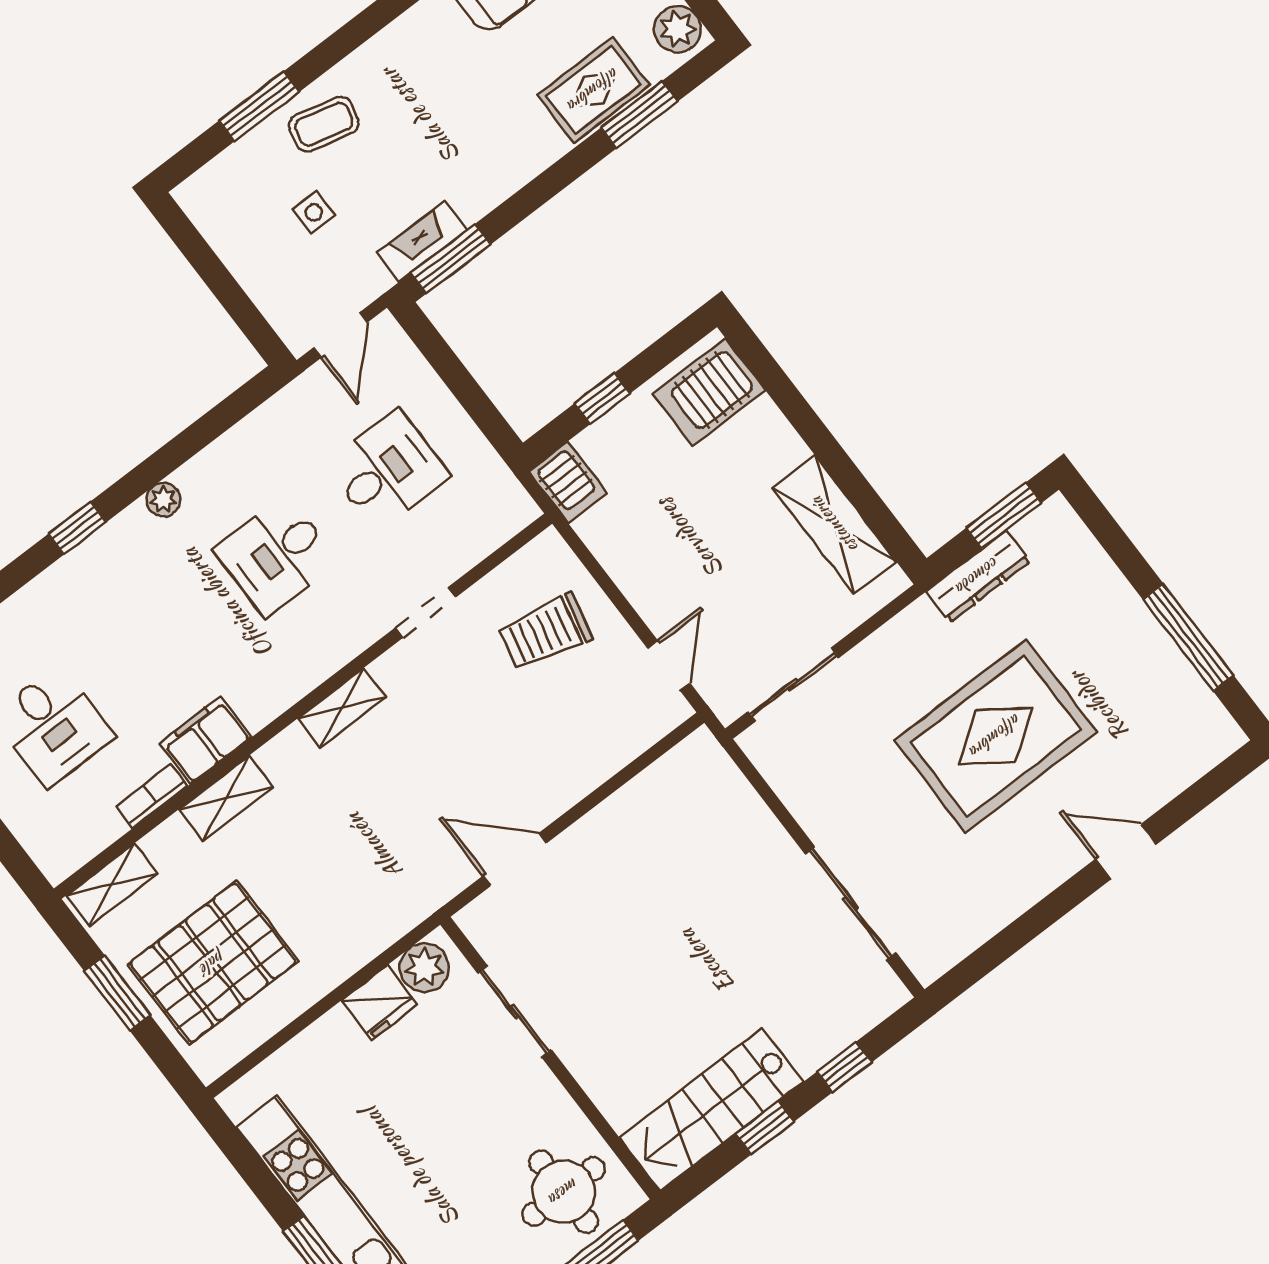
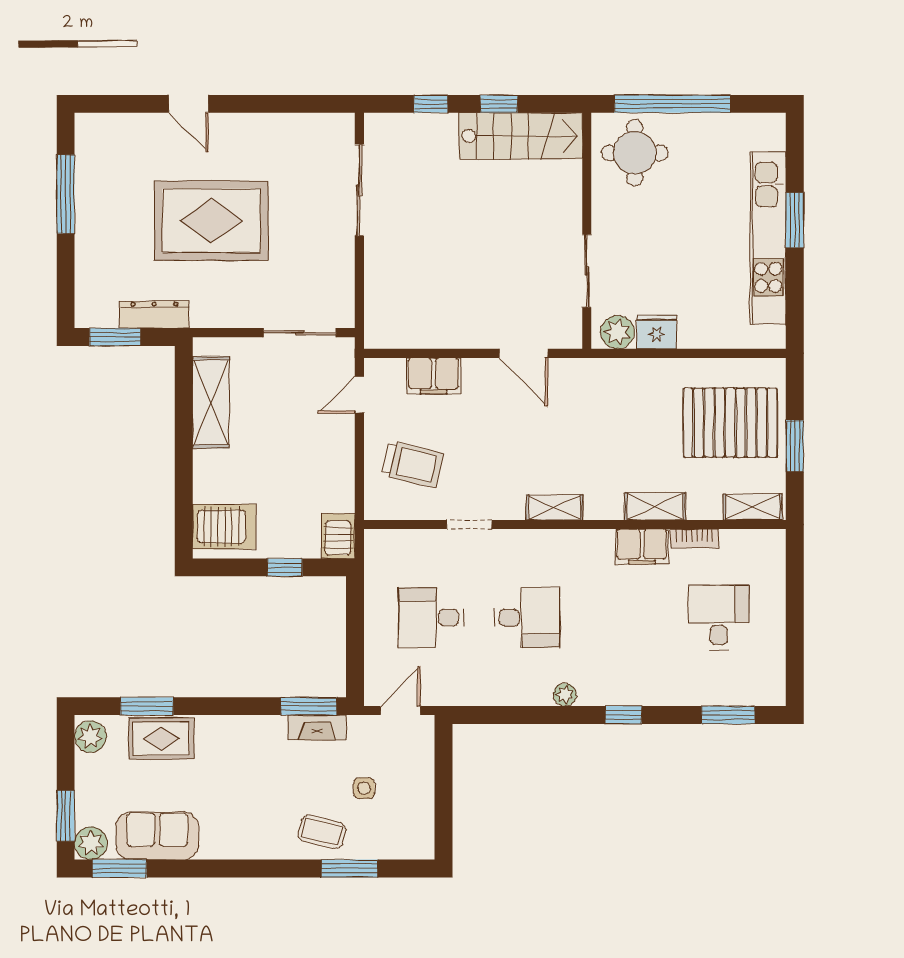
filing cabinet: (599, 753) -> (434, 376), added

